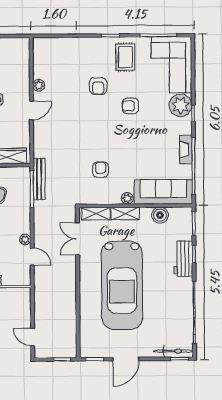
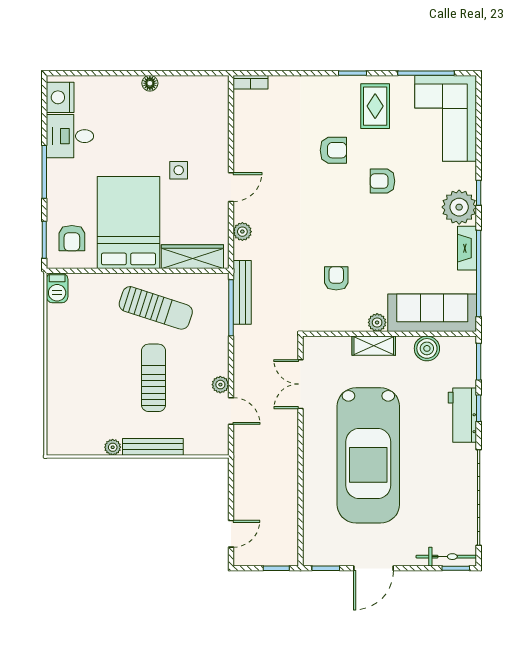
bookcase: (44, 42) -> (251, 82), added
plant: (39, 85) -> (242, 232), moved
armchair: (98, 86) -> (333, 150), turned -90
plant: (180, 105) -> (459, 207), moved
shelving: (96, 214) -> (329, 346), removed
door: (33, 337) -> (231, 534), swing flipped

